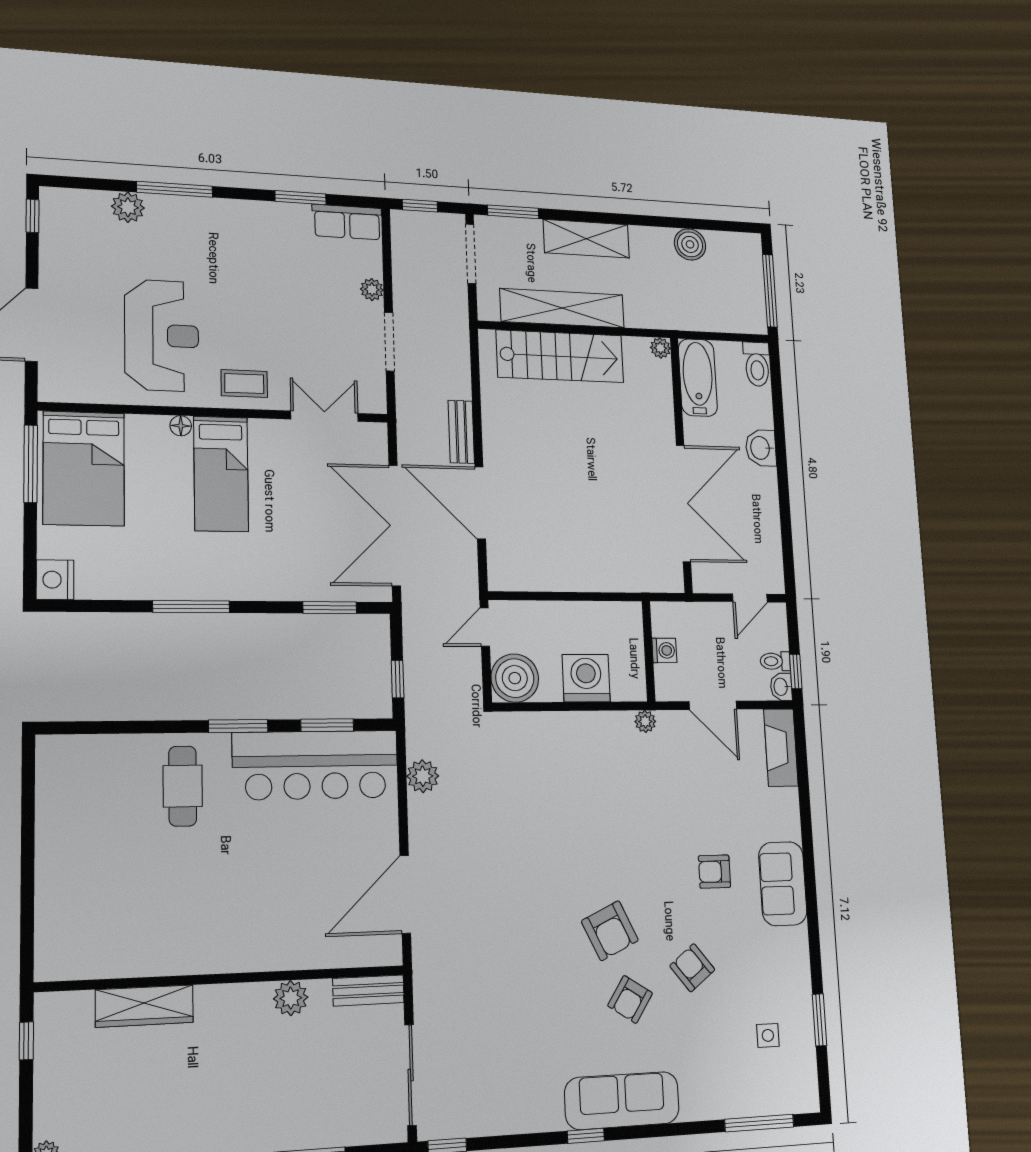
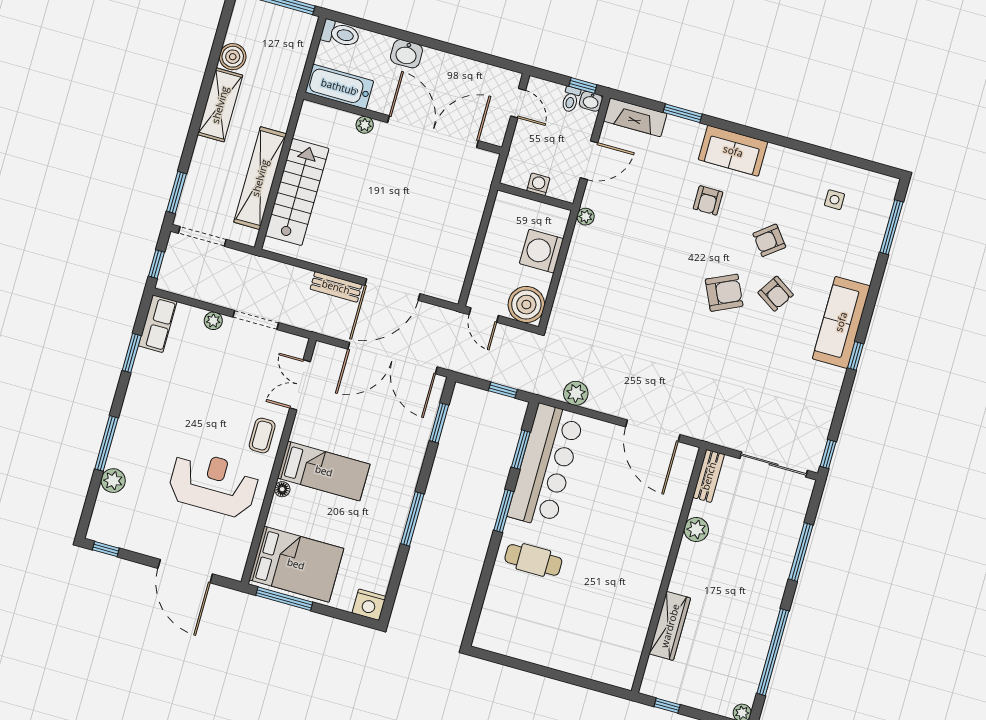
shelving: (586, 239) -> (220, 105), moved
plant: (660, 348) -> (365, 125), moved
window: (819, 1020) -> (683, 113), moved

